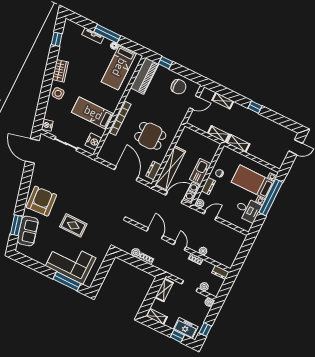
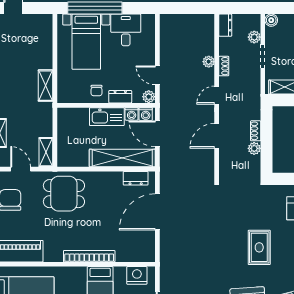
shelving: (218, 134) -> (46, 152), moved
dining table: (150, 136) -> (64, 194), moved, turned 90

